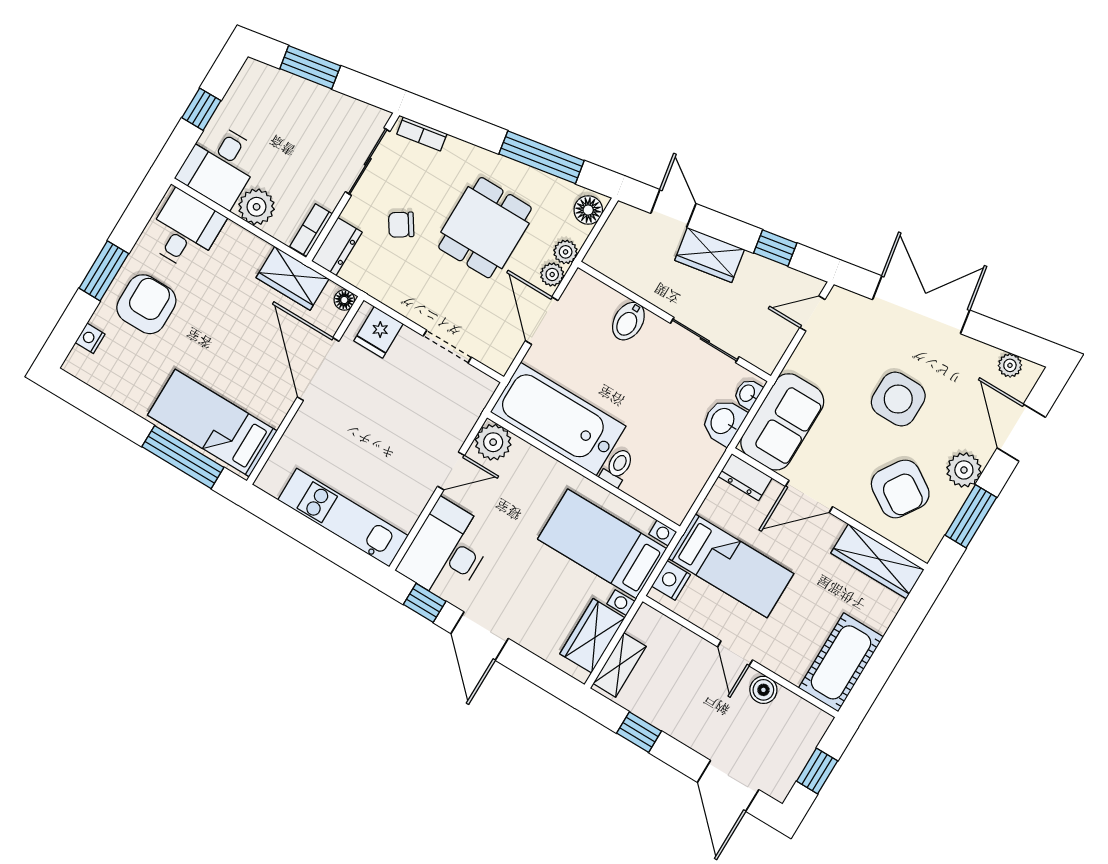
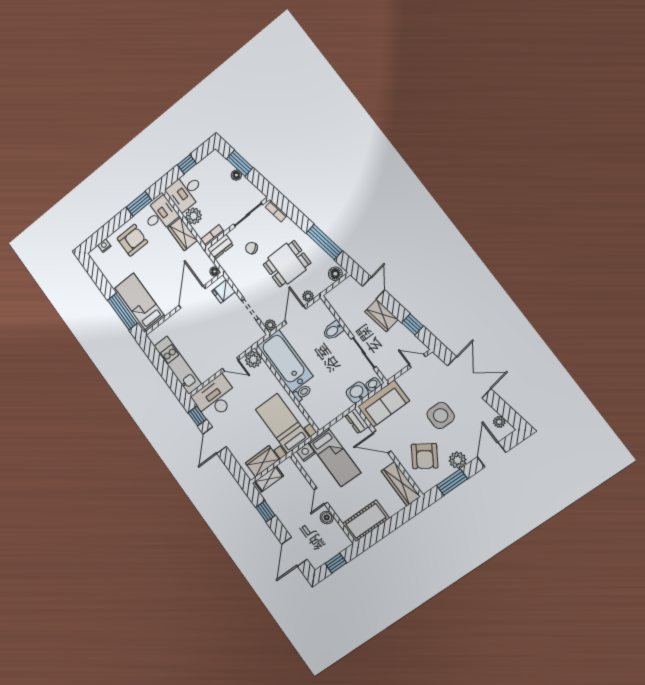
floor lamp: (313, 93) -> (236, 175), added
plant: (566, 252) -> (270, 325), moved
window: (104, 271) -> (139, 204), moved
wardrobe: (293, 278) -> (183, 234), moved

